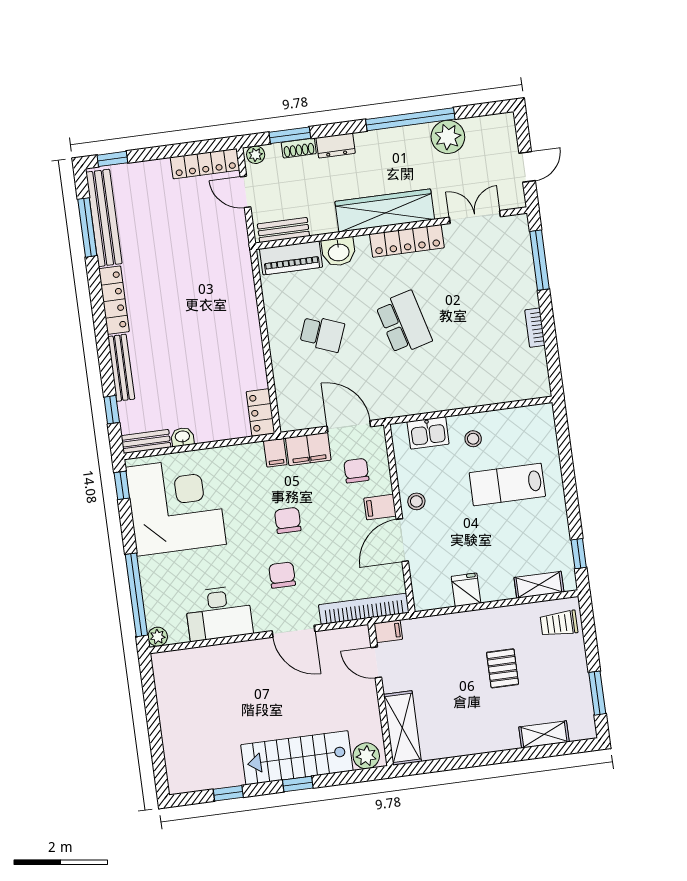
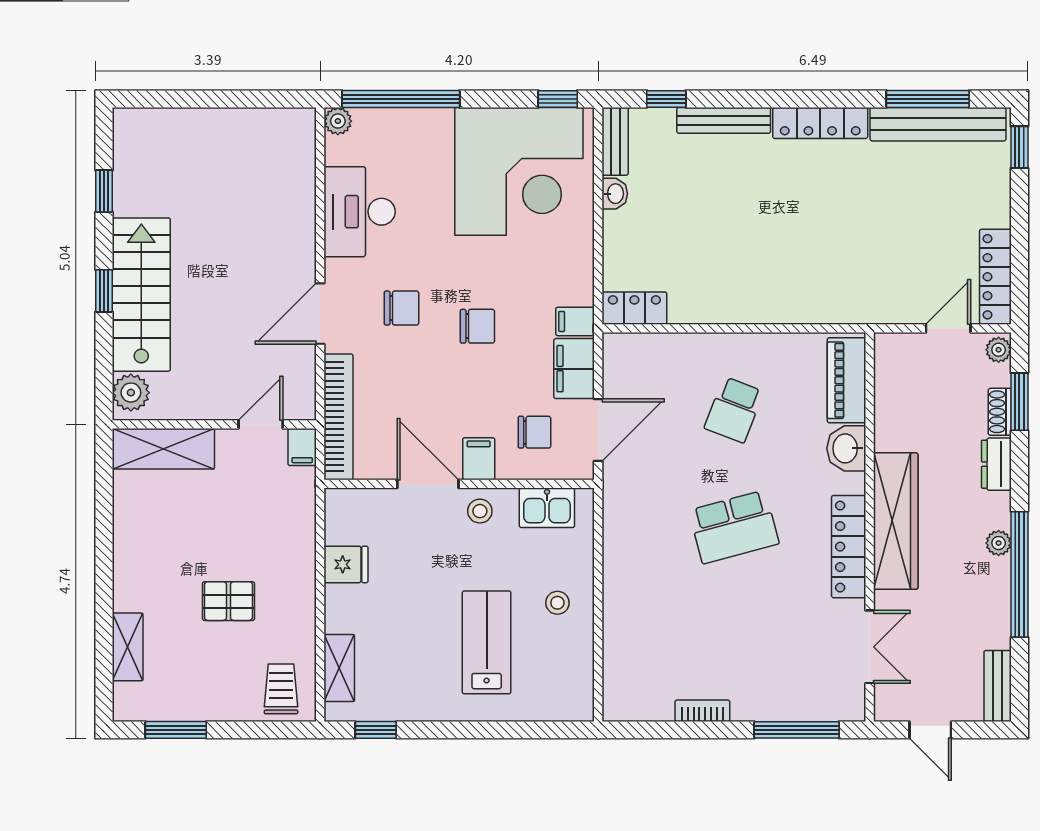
plant: (448, 137) -> (999, 543), moved, width x0.53, depth x0.53
bench: (283, 230) -> (998, 686), moved
kitchen sink: (428, 433) -> (547, 508), moved, turned -90

